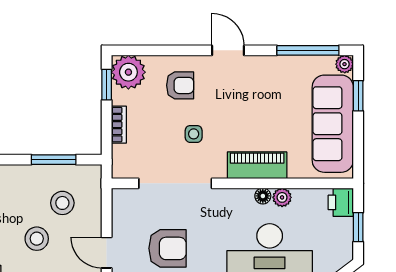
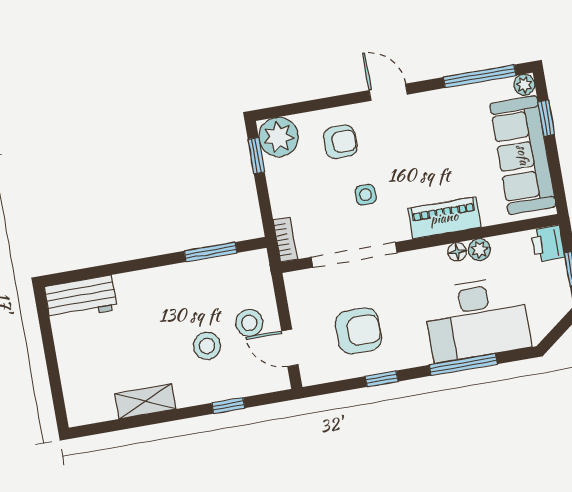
bookcase: (119, 125) -> (285, 239), moved
stool: (62, 203) -> (249, 323), moved

